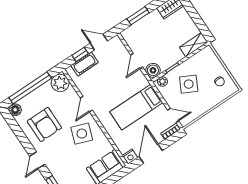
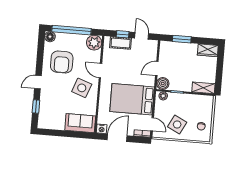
side table: (189, 84) -> (177, 124), moved
door: (86, 104) -> (100, 71), hinge flipped
bed: (136, 107) -> (132, 99), width x1.50

